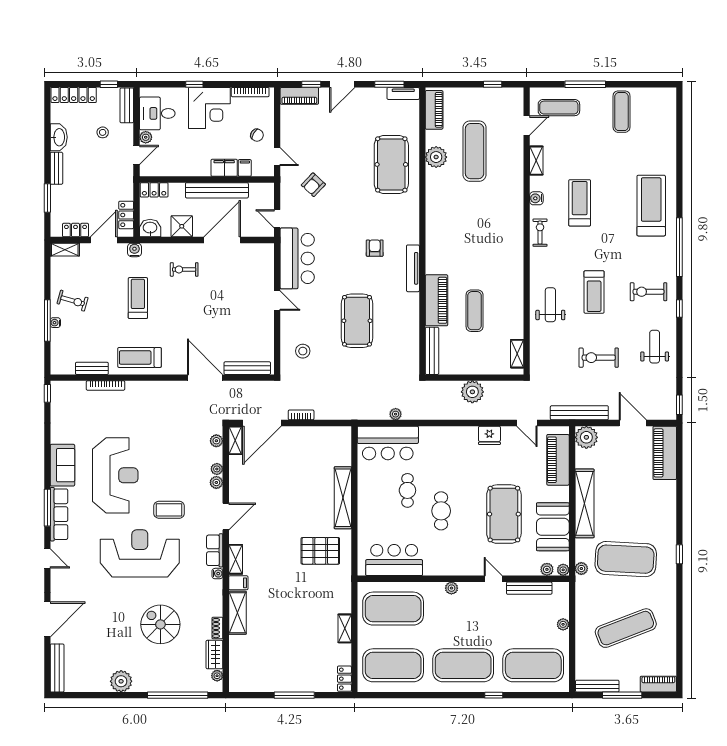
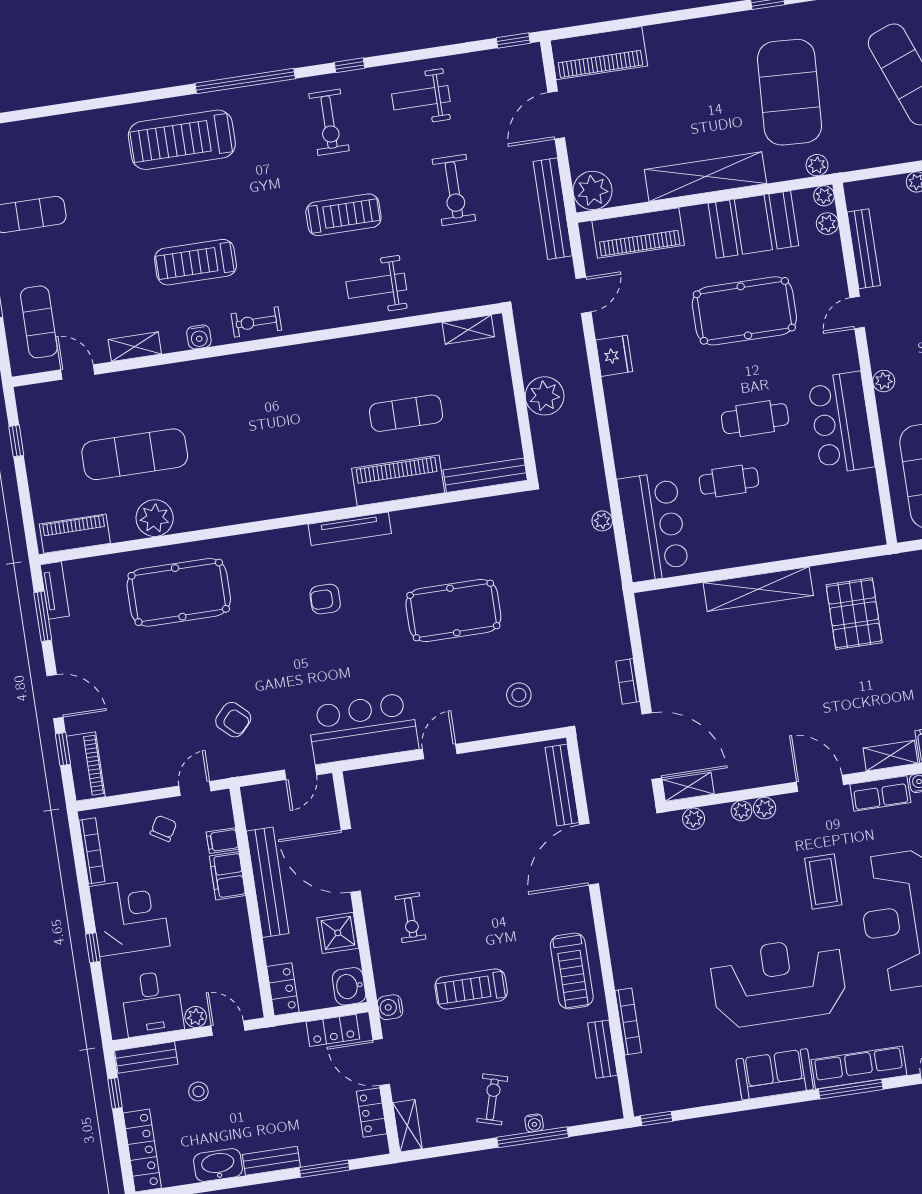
bar counter: (394, 560) -> (841, 423), moved

